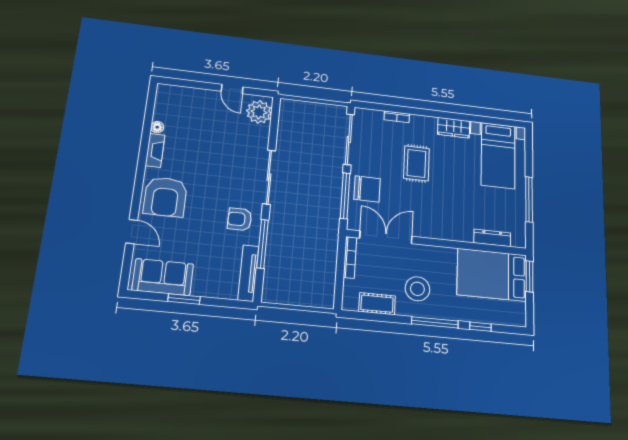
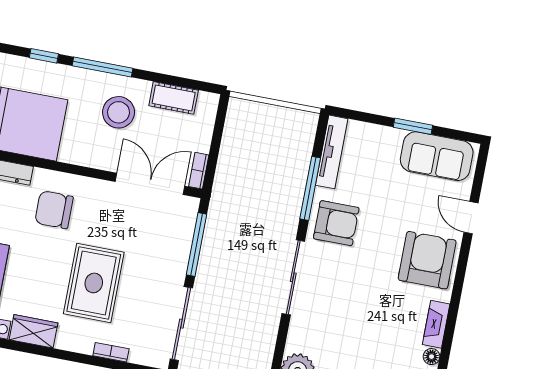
rug: (416, 163) -> (94, 283), width x1.36, depth x1.43
chair: (367, 189) -> (54, 210), moved
armchair: (240, 219) -> (336, 223), width x1.38, depth x1.38
double door: (386, 237) -> (150, 184), swing flipped
bookcase: (350, 257) -> (199, 171), width x0.64

